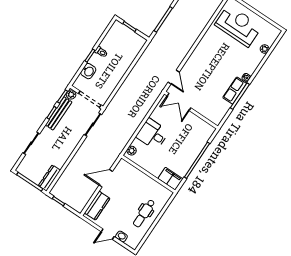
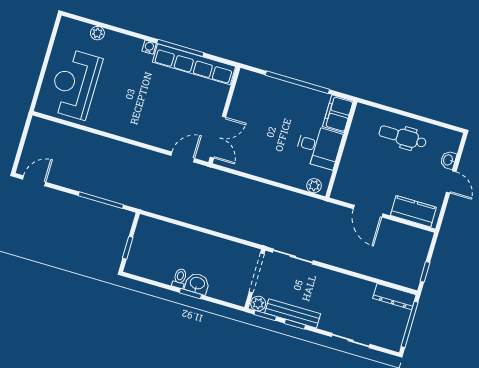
washbasin: (88, 71) -> (197, 284), moved
row of seats: (235, 91) -> (194, 64), width x2.02
desk: (153, 134) -> (319, 147), moved, turned -90
dental chair: (144, 213) -> (403, 137), turned 180

